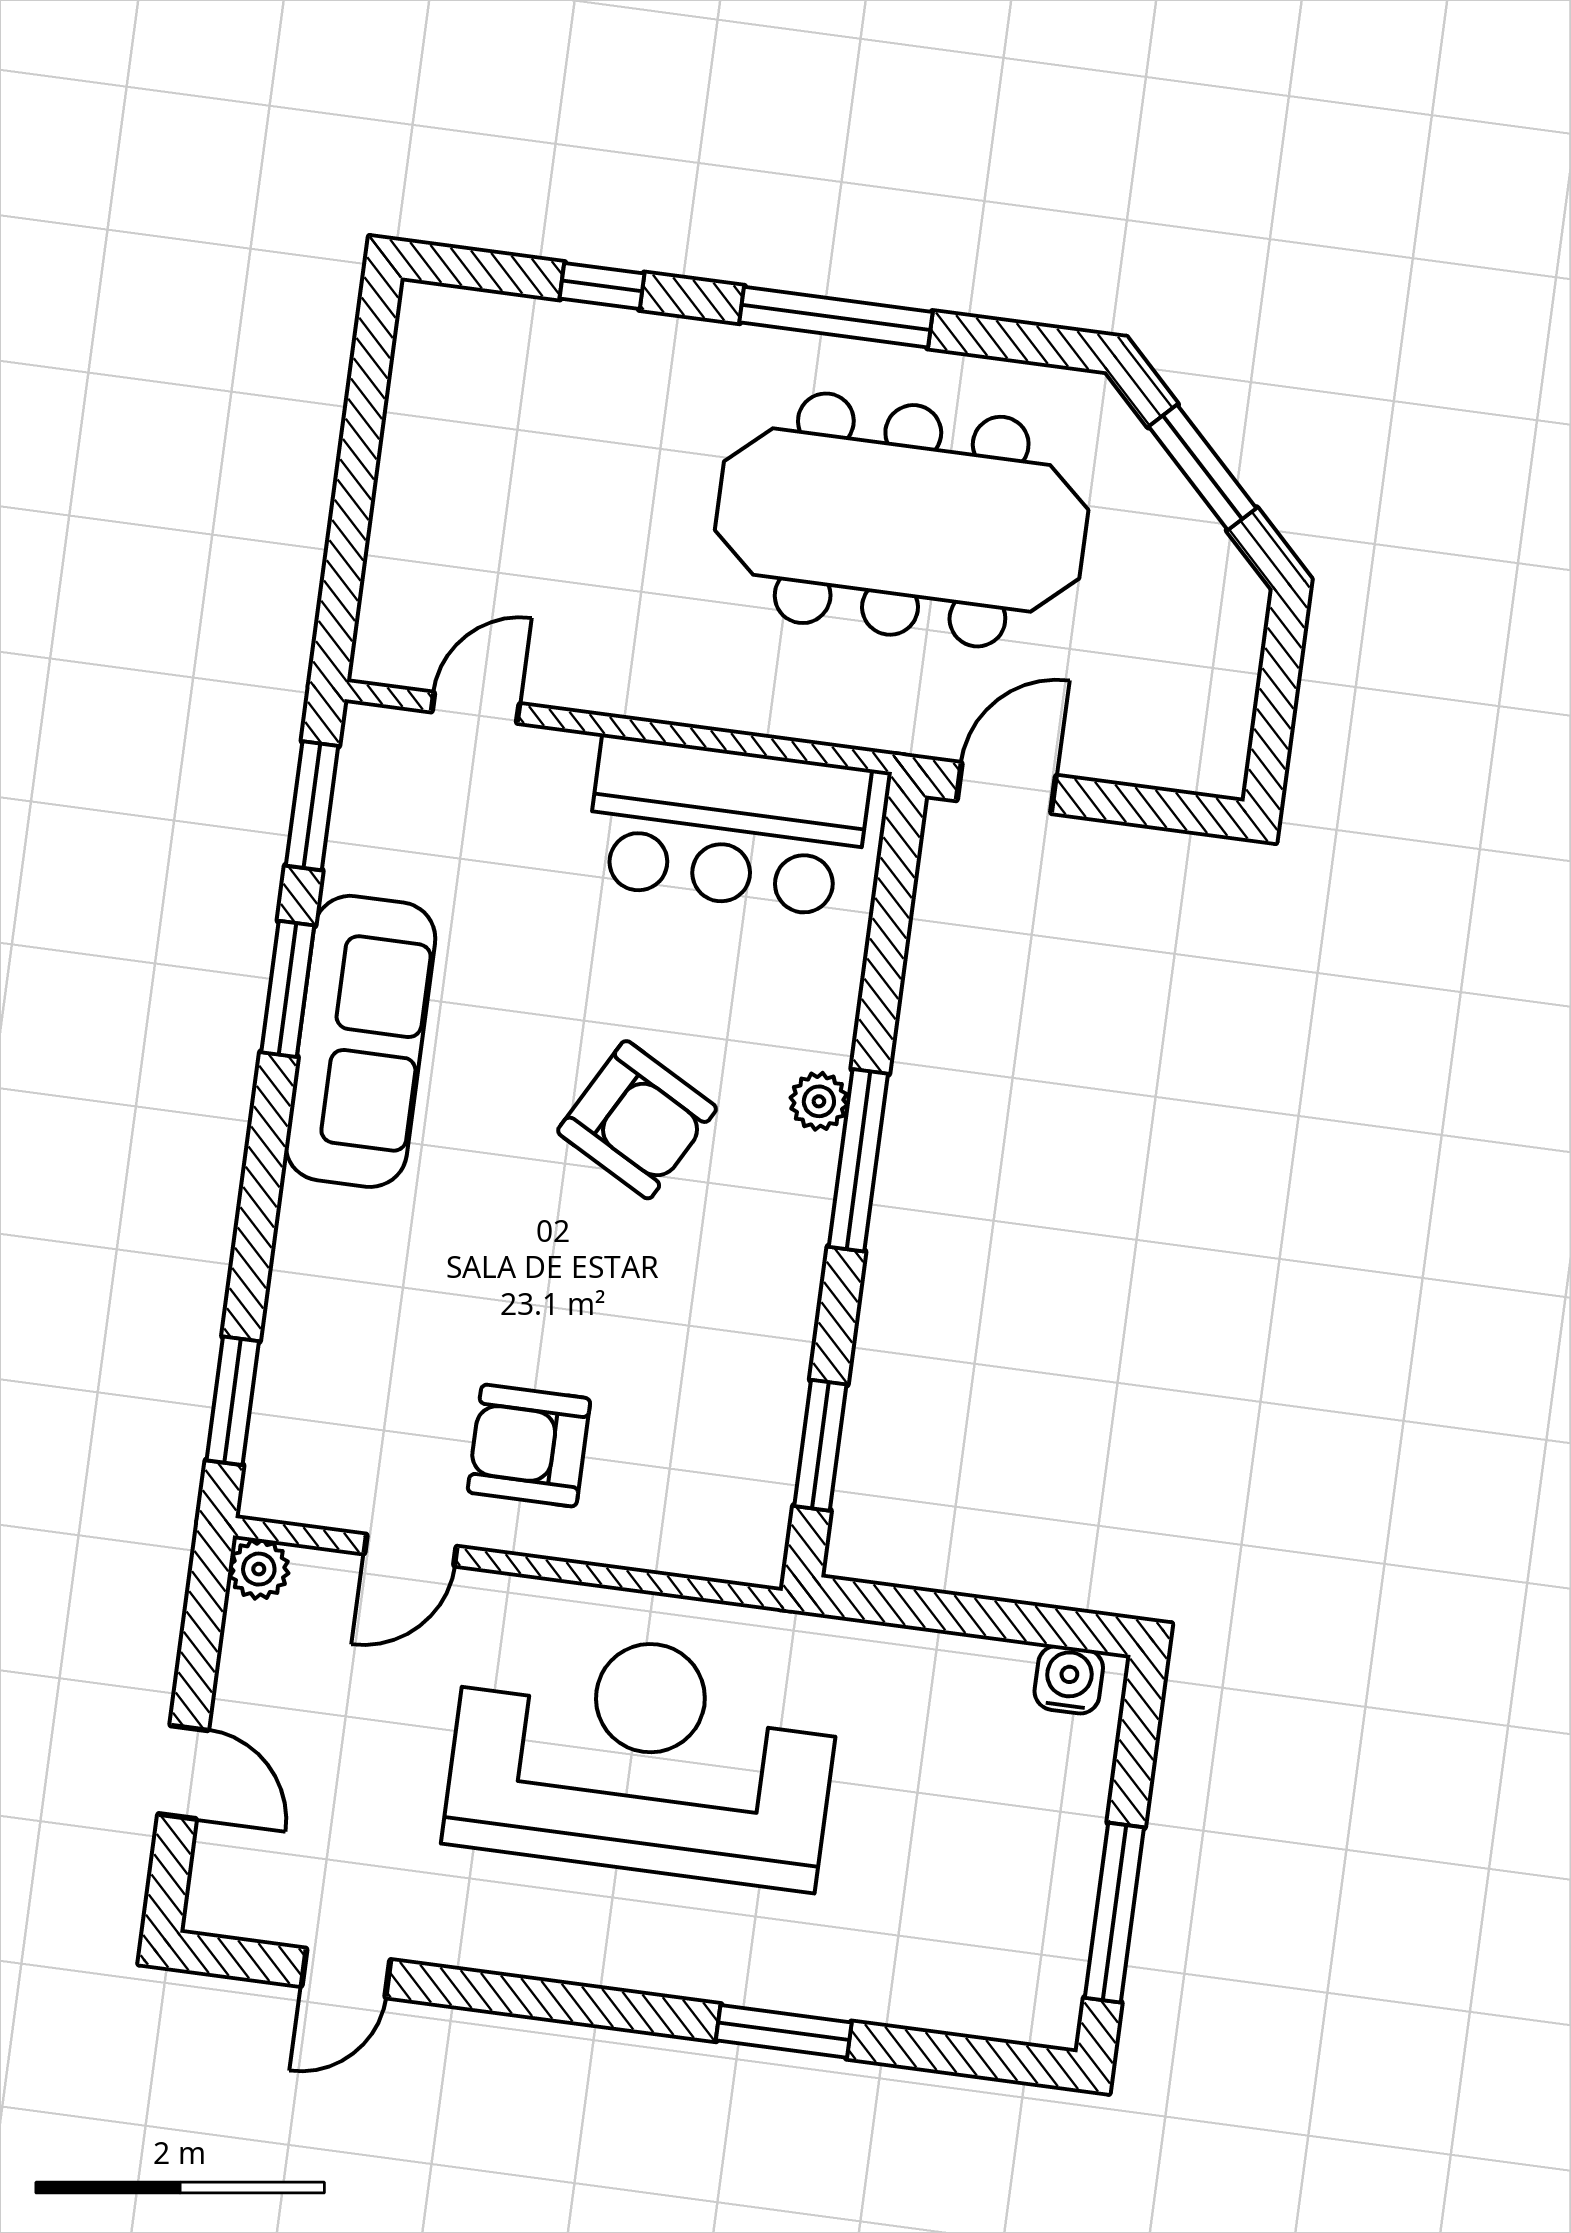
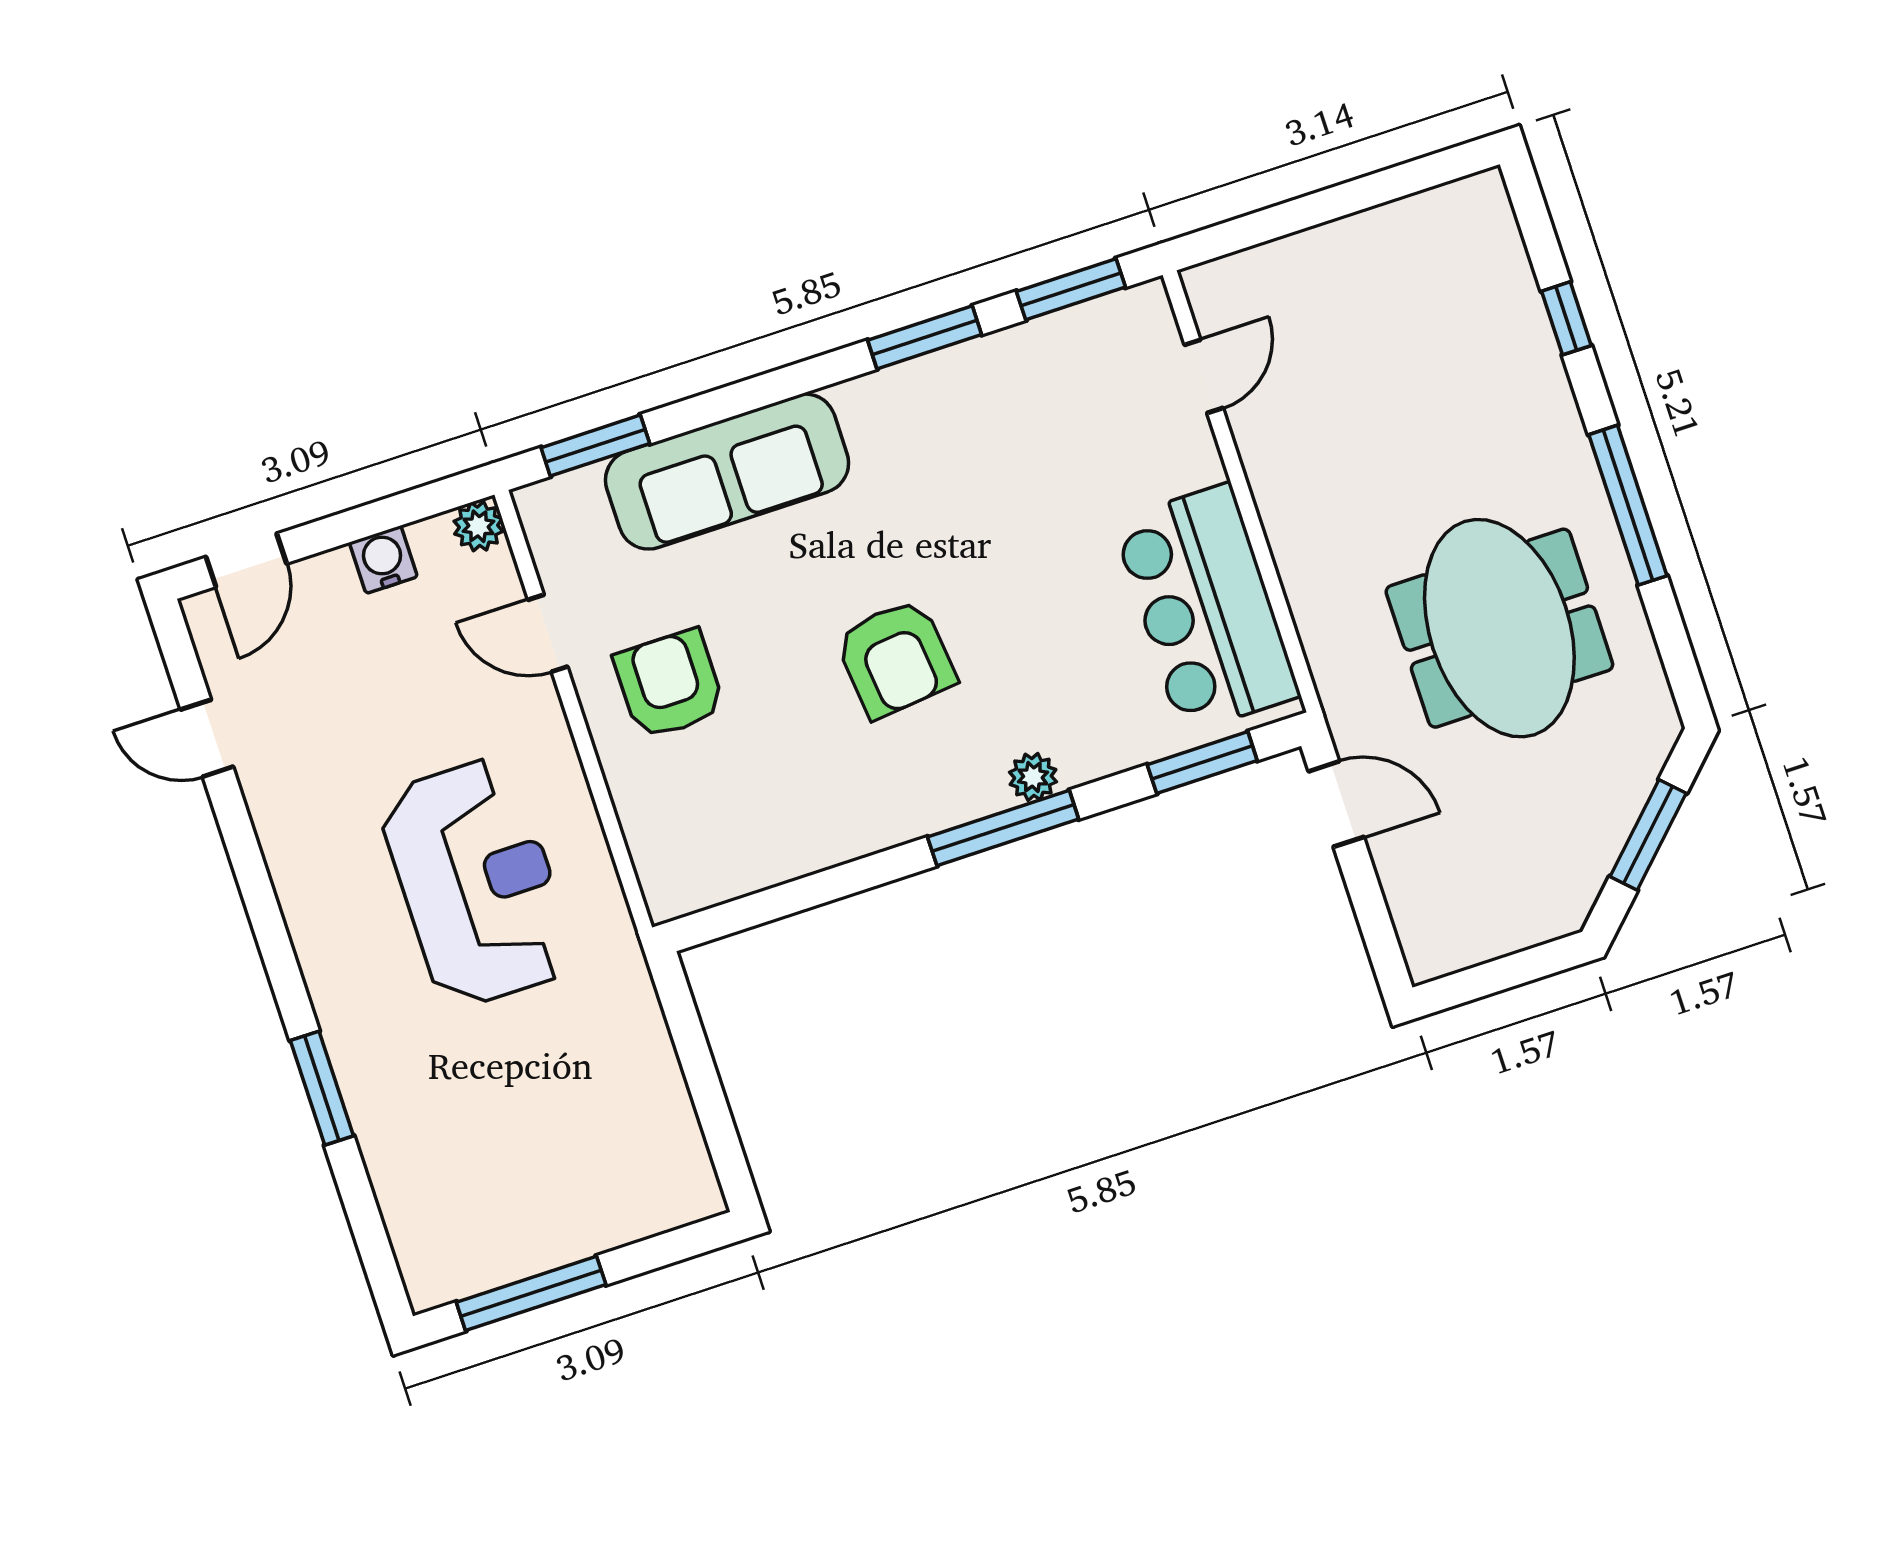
meeting table: (902, 520) -> (1499, 628), width x0.73
door: (476, 708) -> (1204, 376), hinge flipped
sofa: (360, 1041) -> (727, 472), moved
armchair: (637, 1120) -> (896, 658), moved, turned -35
window: (820, 1445) -> (1202, 763), moved
water cooler: (1069, 1680) -> (383, 560), moved, turned -90
reception desk: (643, 1756) -> (477, 882), width x0.74, depth x0.77
door: (183, 1772) -> (246, 560), moved

